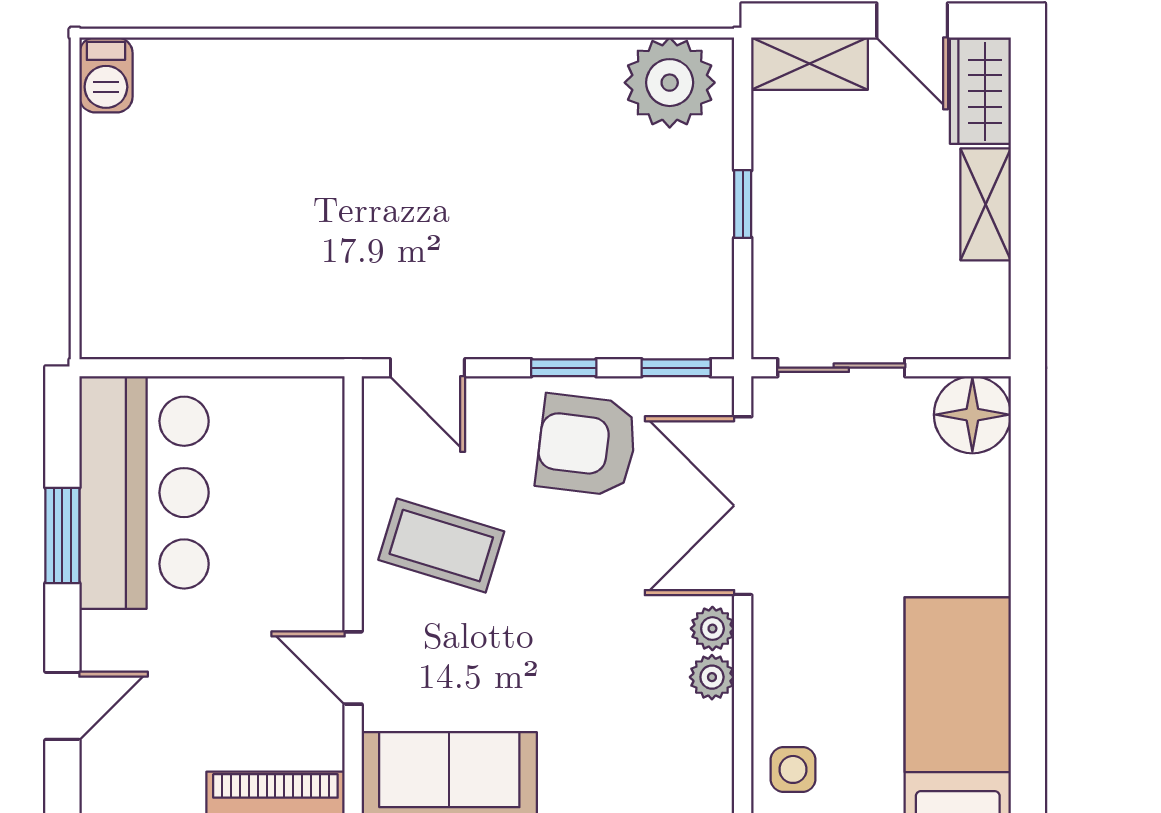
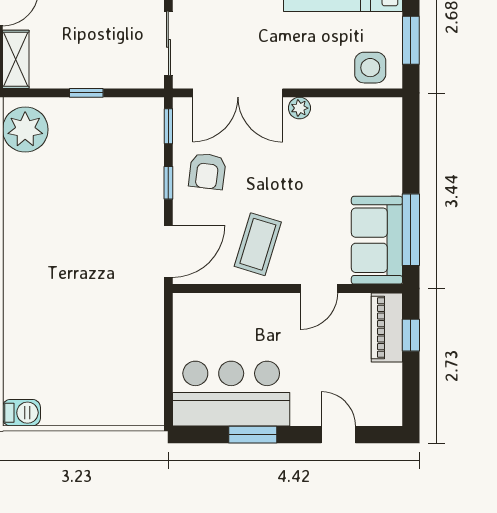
door: (427, 368) -> (168, 251), width x1.38
armchair: (587, 445) -> (207, 171), width x0.72, depth x0.72
plant: (712, 677) -> (324, 108), removed
side table: (793, 769) -> (370, 68), width x1.37, depth x1.37

